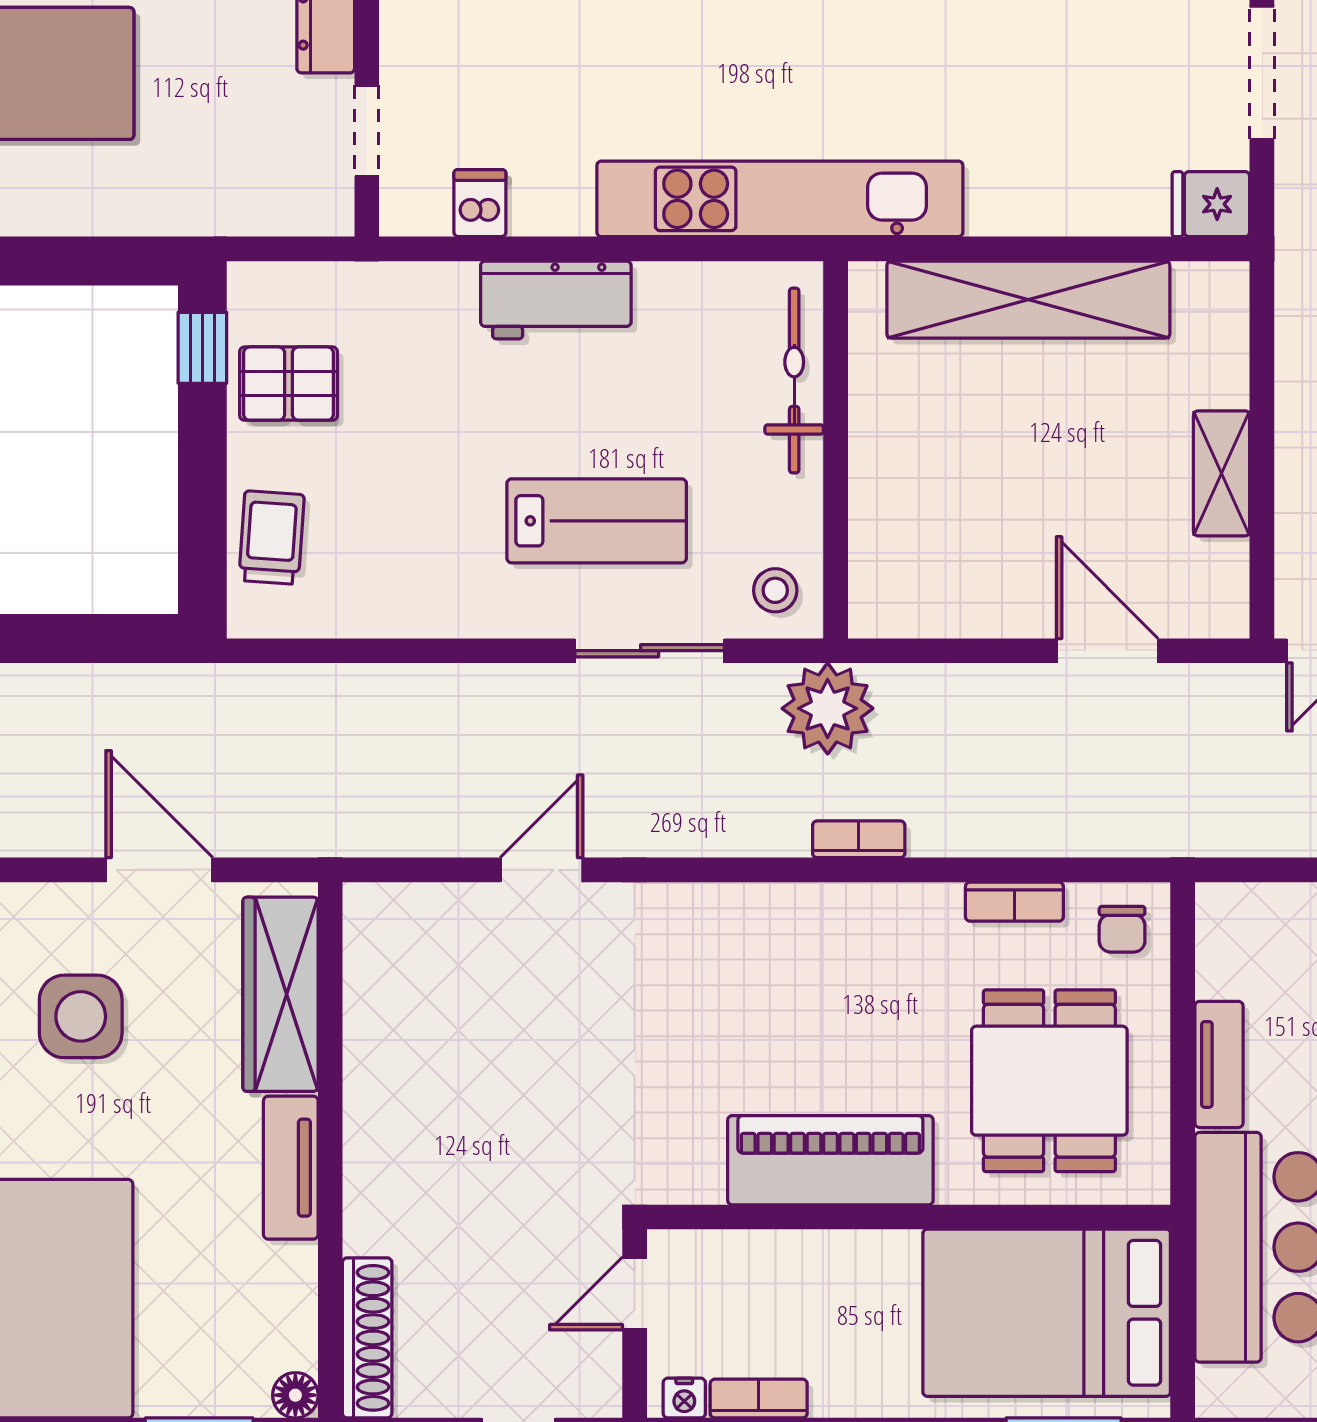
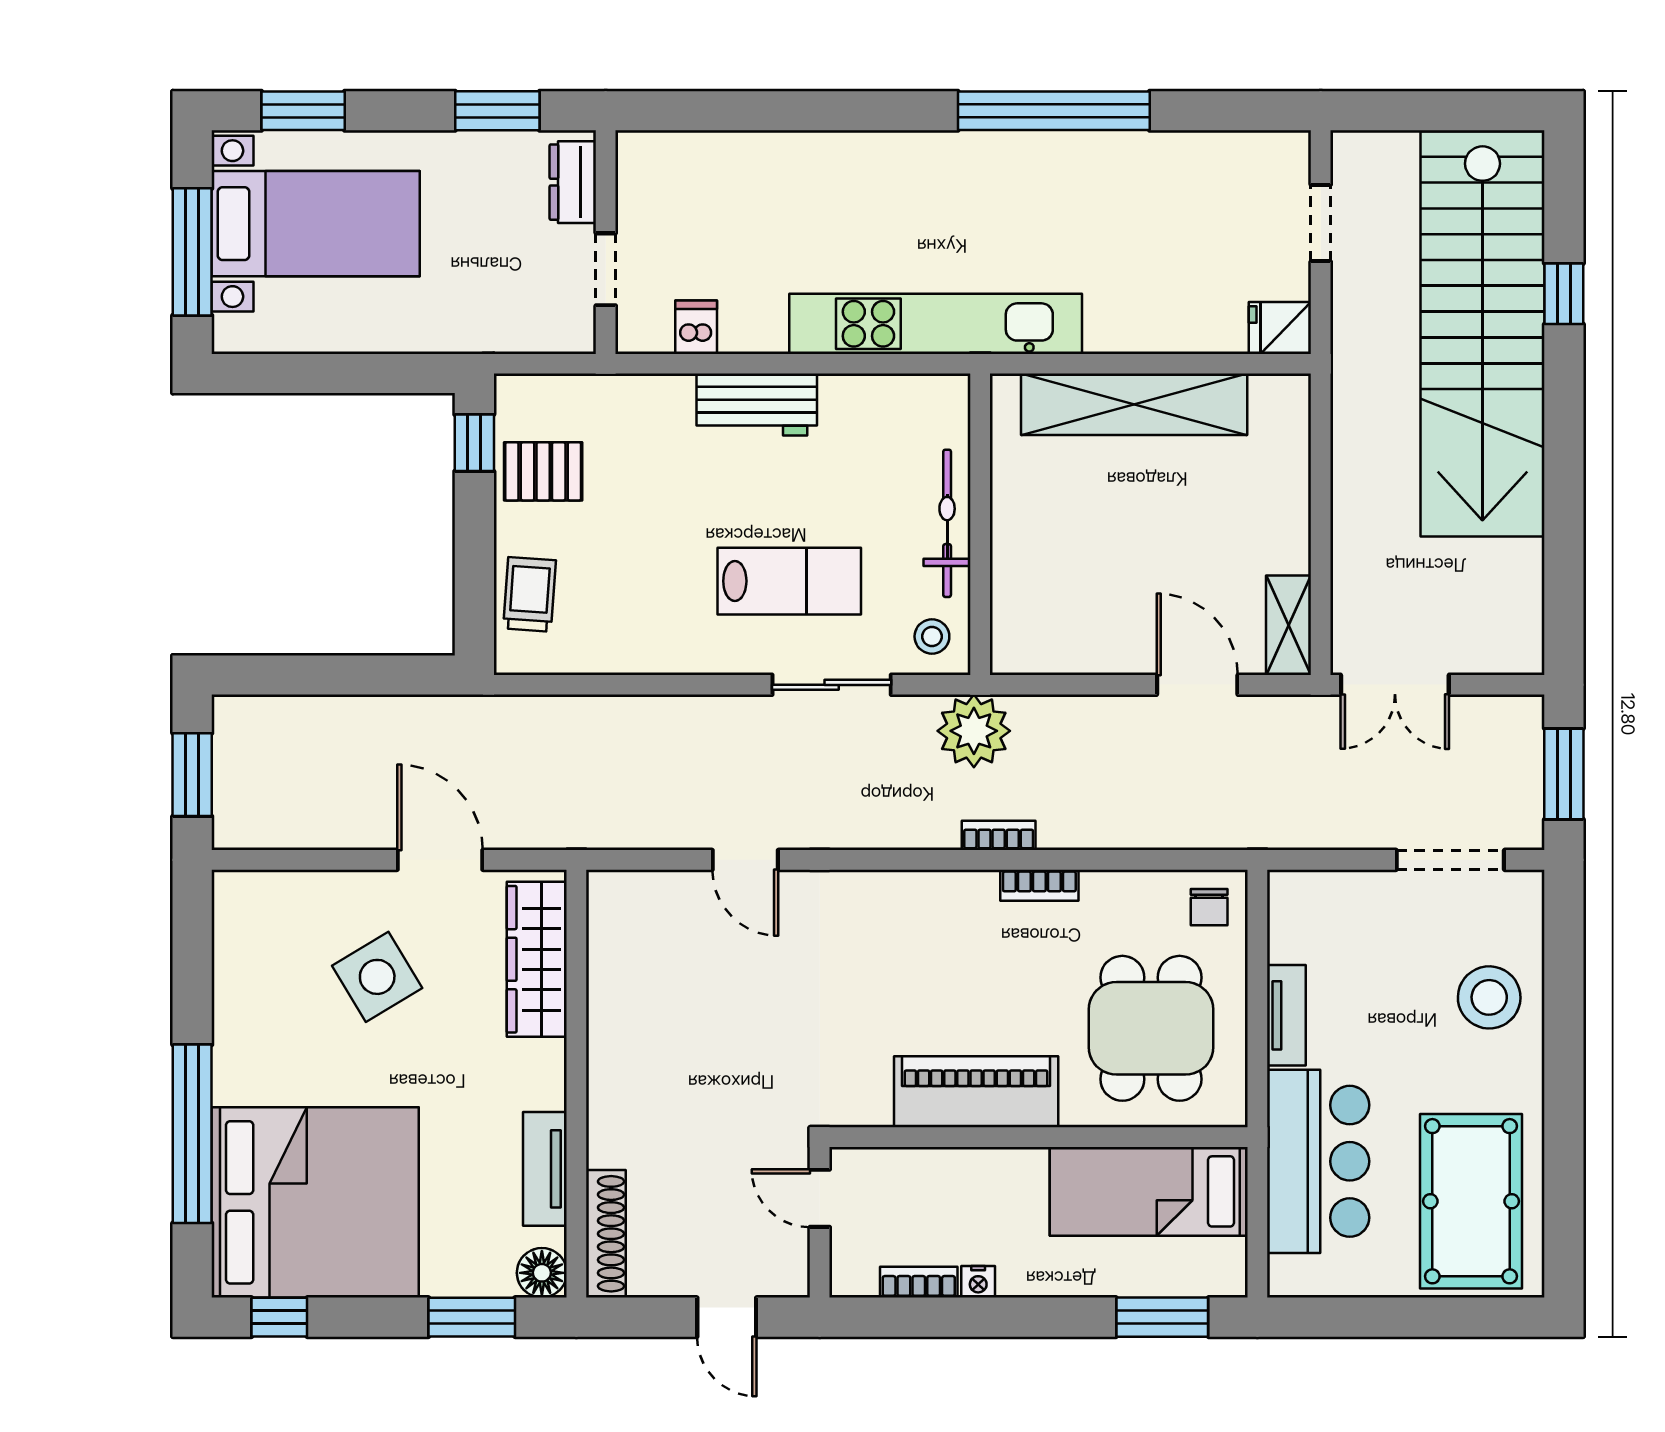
doorway: (1262, 73) -> (1321, 223), width x0.73
bicycle: (794, 381) -> (947, 523), moved
shelving: (1222, 473) -> (1289, 625), moved
door: (542, 870) -> (745, 860), swing flipped
bookcase: (1014, 902) -> (1039, 885), moved
side table: (81, 1016) -> (377, 977), turned -31
tv unit: (291, 1168) -> (545, 1169), moved
door: (635, 1293) -> (820, 1198), hinge flipped
bed: (1047, 1313) -> (1149, 1191), width x0.67
floor lamp: (295, 1395) -> (542, 1273), width x1.37, depth x1.37
nightstand: (684, 1398) -> (978, 1282), moved

